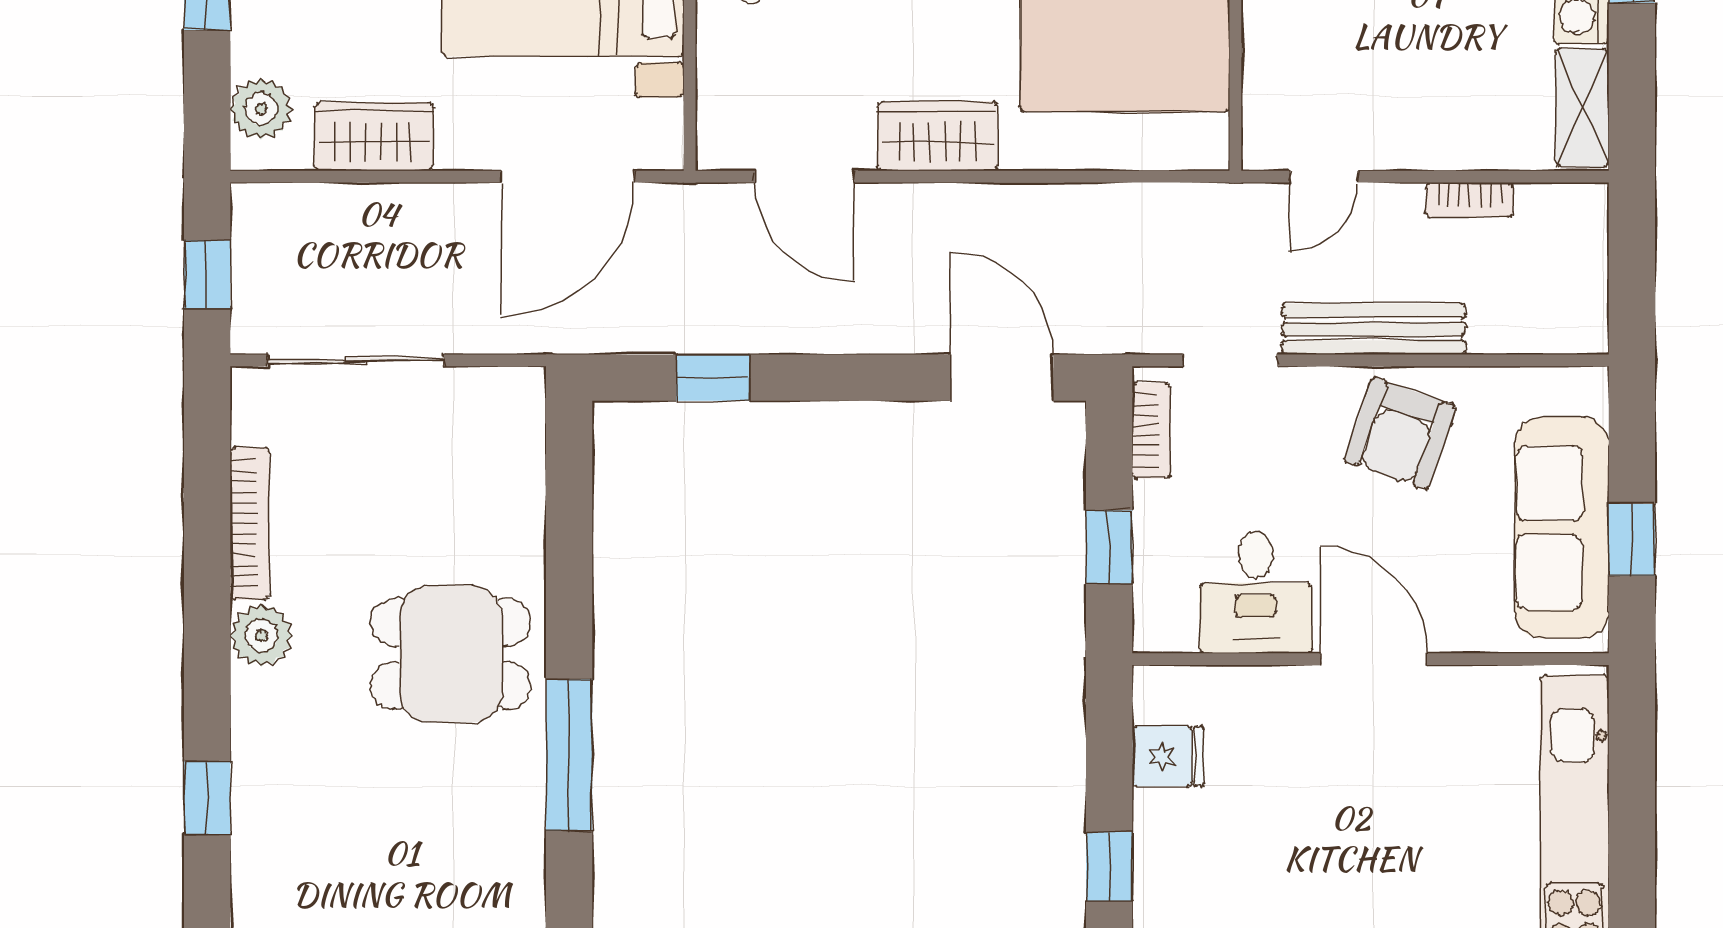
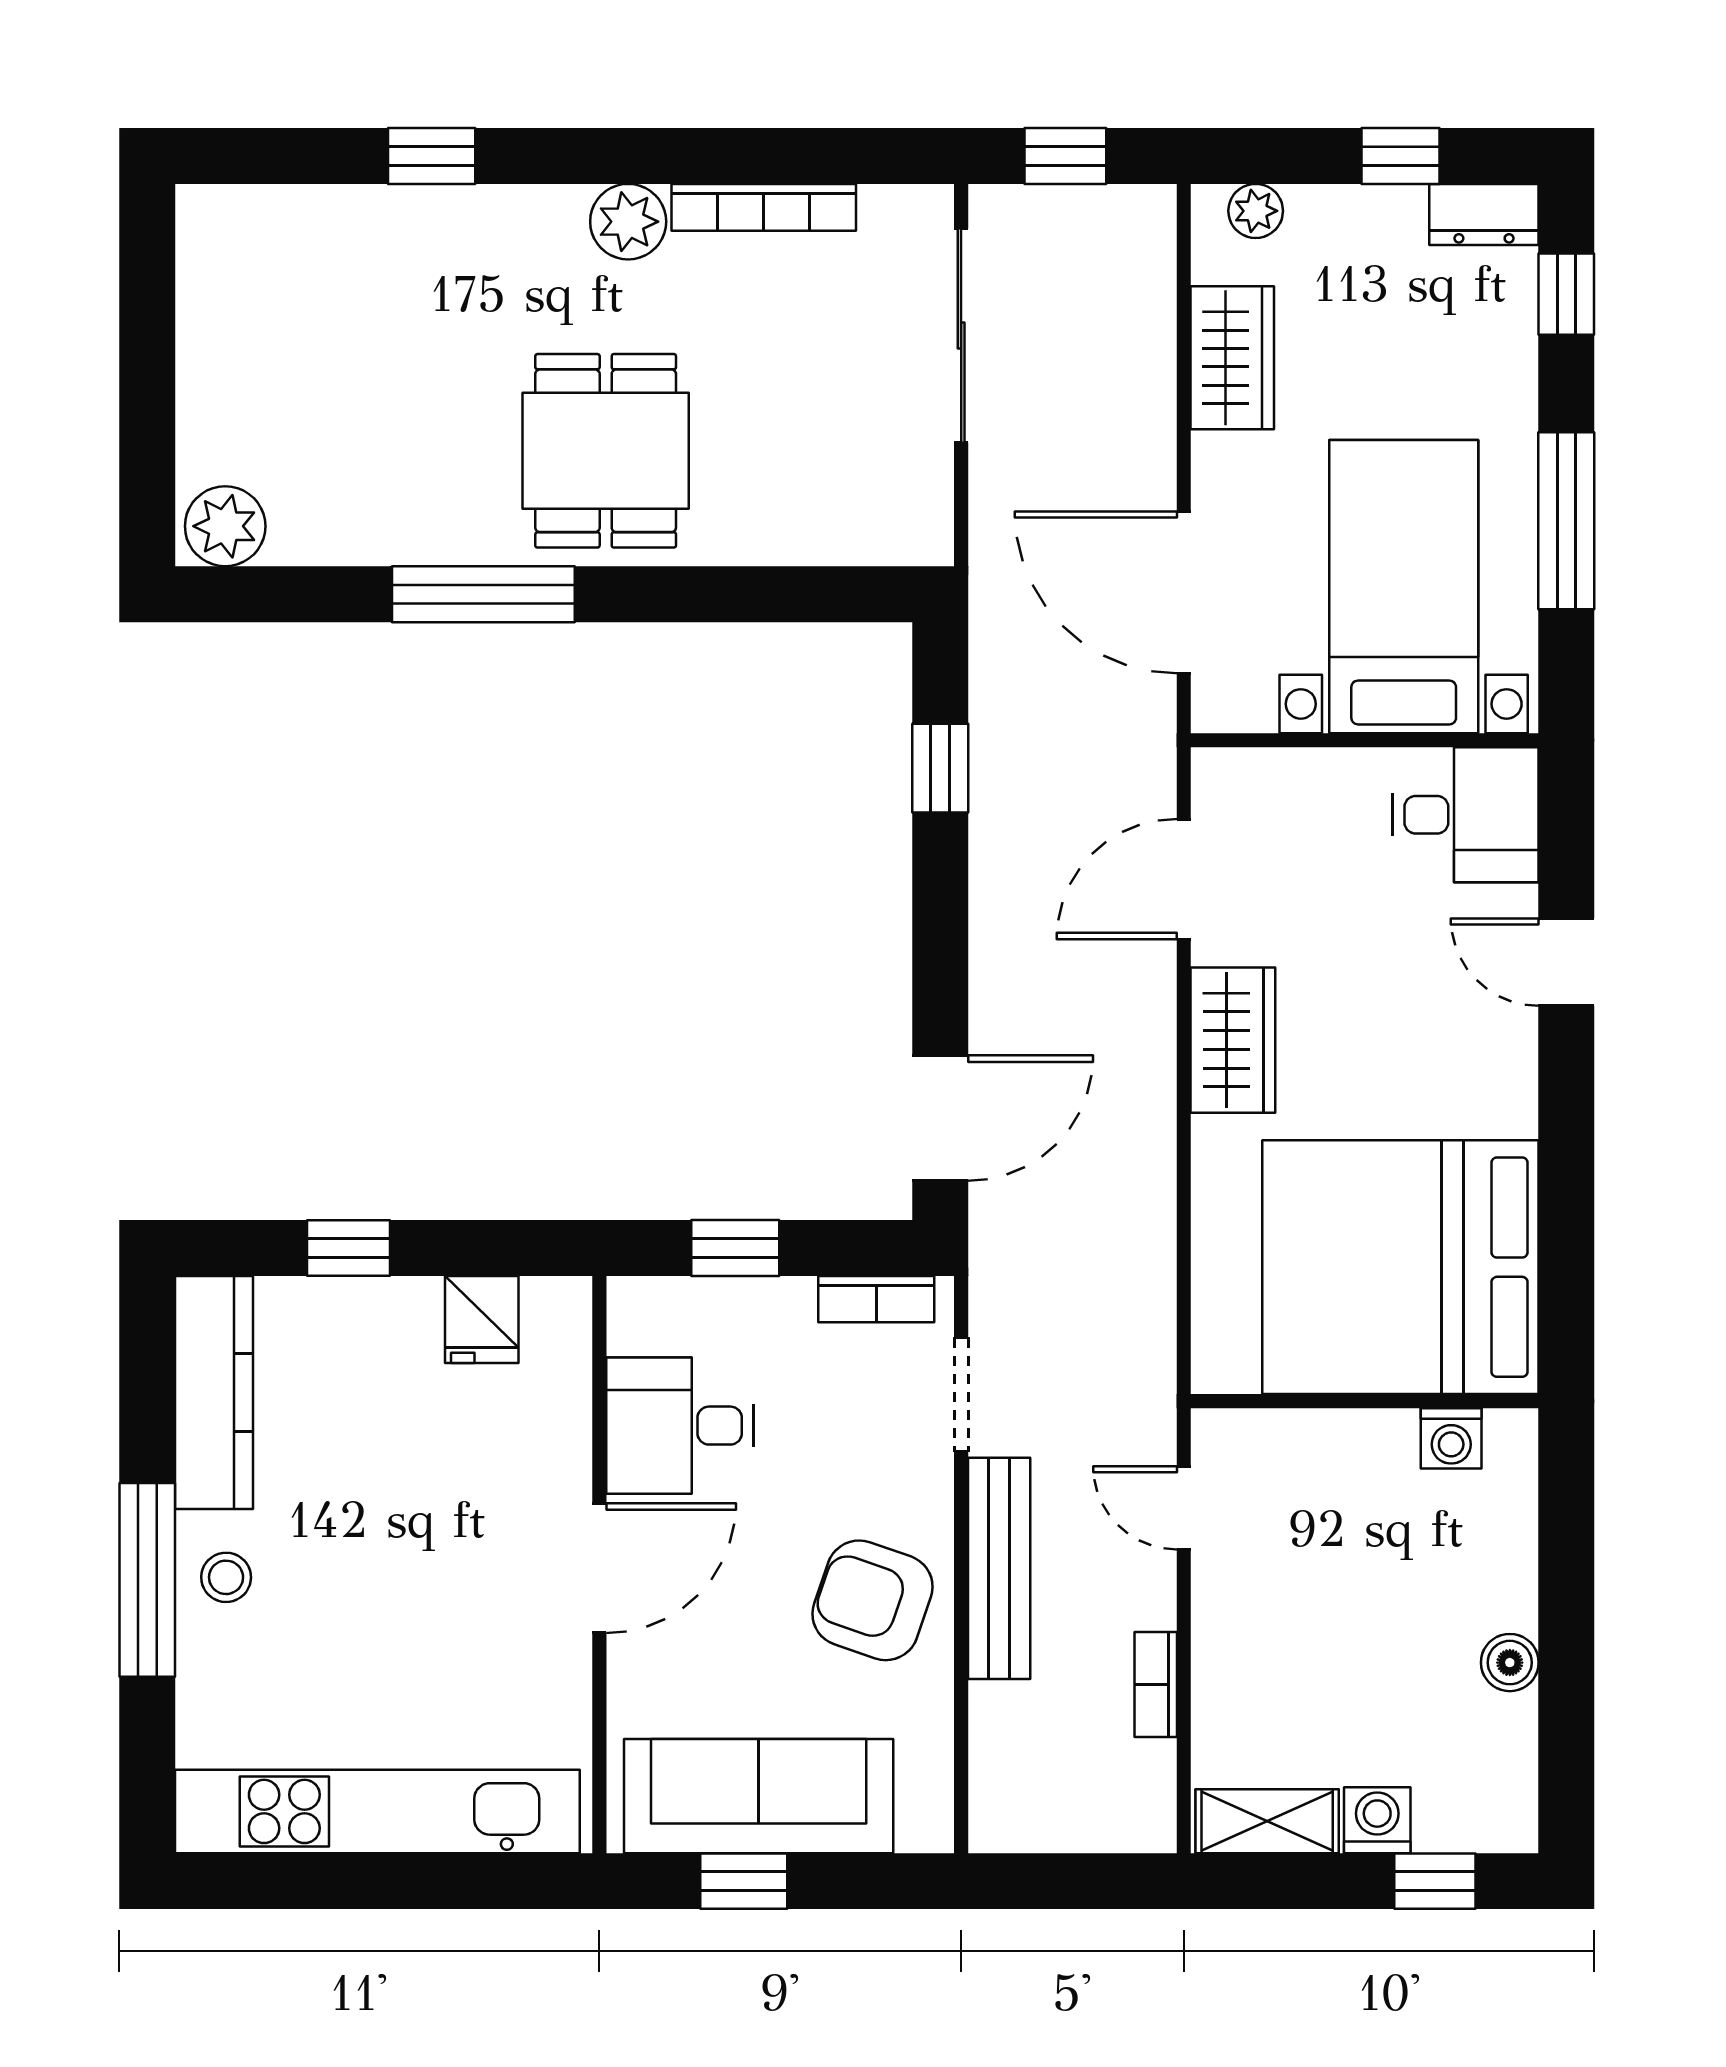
plant: (261, 109) -> (1256, 211), width x0.73, depth x0.73

